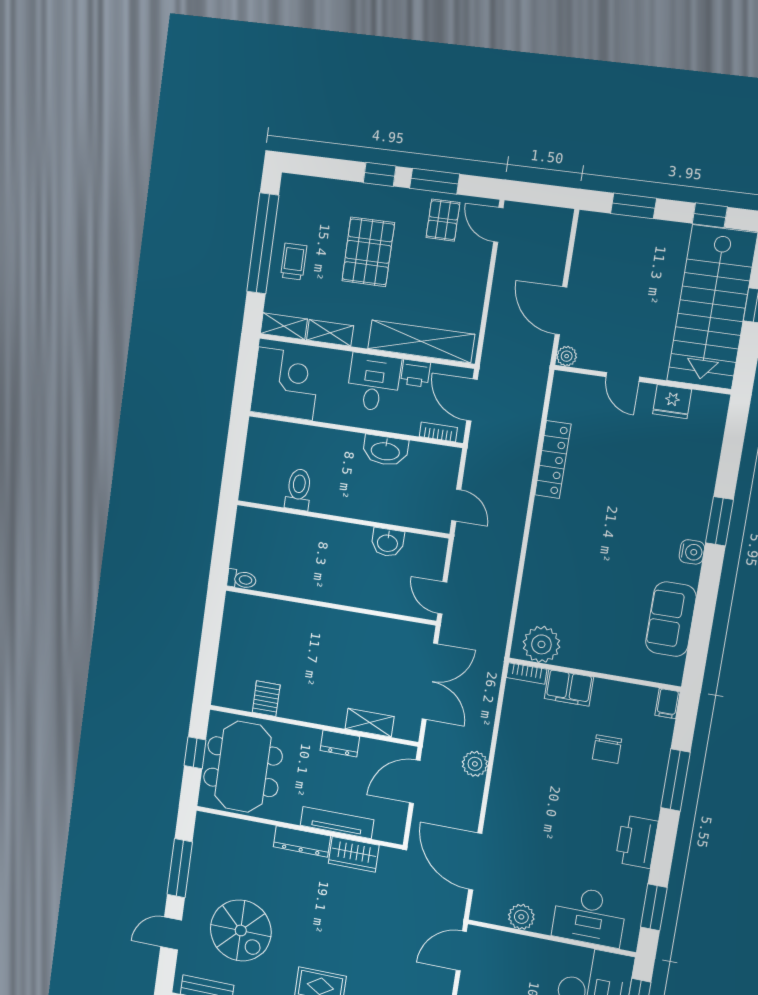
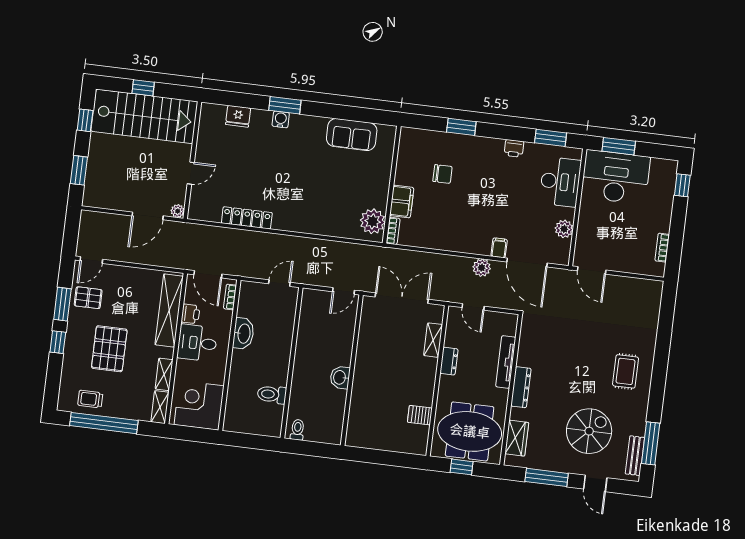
pallet: (368, 252) -> (109, 349), turned 90
trolley: (294, 262) -> (90, 399), moved
door: (472, 400) -> (208, 274), hinge flipped
fridge: (672, 402) -> (238, 116), moved, turned 90
washbasin: (388, 542) -> (340, 377), moved, turned 180
water cooler: (692, 552) -> (281, 119), moved
toilet: (242, 579) -> (297, 430), moved
filing cabinet: (667, 703) -> (499, 248), moved, turned -90
plant: (475, 764) -> (482, 268), moved
window: (675, 780) -> (461, 127), width x0.69
door: (415, 782) -> (473, 307), width x0.73
printer: (637, 842) -> (514, 148), width x0.53, depth x0.68
wardrobe: (354, 854) -> (517, 438), moved
door: (475, 862) -> (527, 262), hinge flipped

